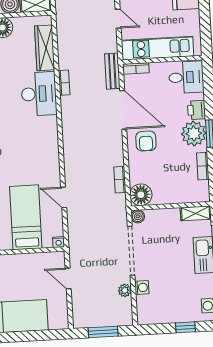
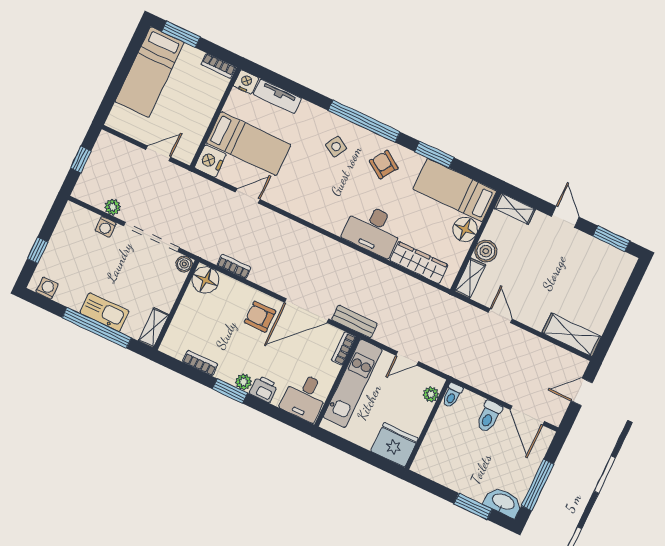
bookcase: (64, 83) -> (370, 263), removed
plant: (194, 134) -> (244, 382), width x0.53, depth x0.53
nightstand: (59, 242) -> (210, 161), width x1.89, depth x1.79
window: (103, 332) -> (81, 160), width x0.67

